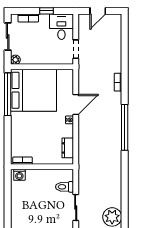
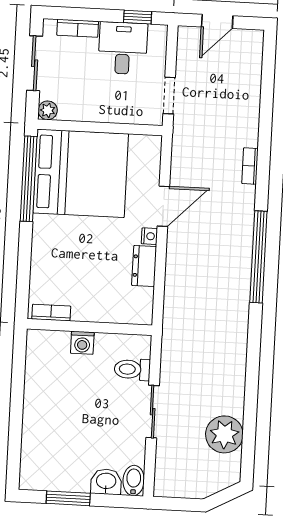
window: (46, 11) -> (138, 17), moved
desk: (61, 27) -> (123, 48), moved
dresser: (68, 148) -> (144, 266), moved
washing machine: (19, 175) -> (82, 343), moved

